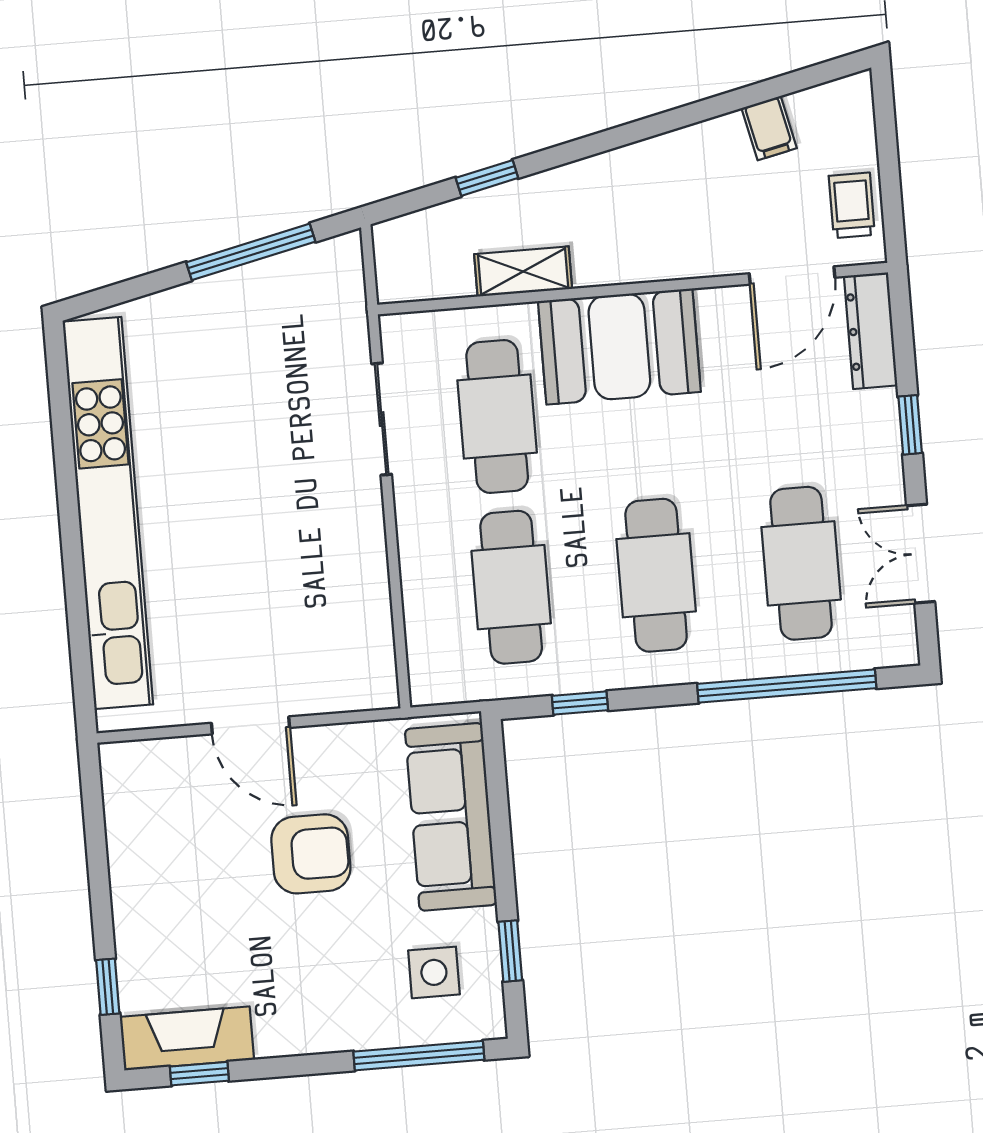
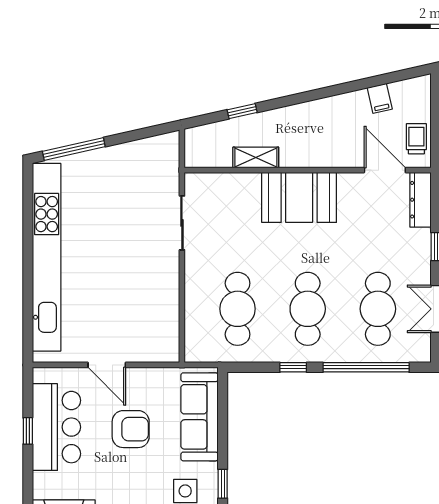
window: (251, 252) -> (74, 149), moved
door: (792, 275) -> (385, 170), swing flipped
cafe table: (497, 417) -> (238, 226), removed
window: (580, 703) -> (293, 367), moved
bar counter: (157, 862) -> (56, 427), added
window: (108, 987) -> (28, 431), moved

